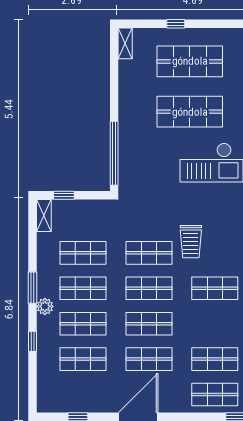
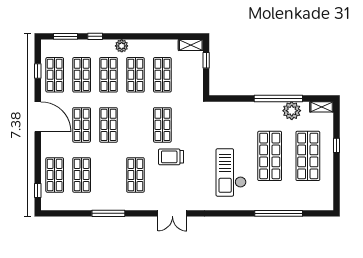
plant: (130, 83) -> (292, 111), added
window: (114, 153) -> (278, 98), moved
window: (32, 288) -> (65, 36), moved
shop shelf: (149, 288) -> (55, 75), moved

